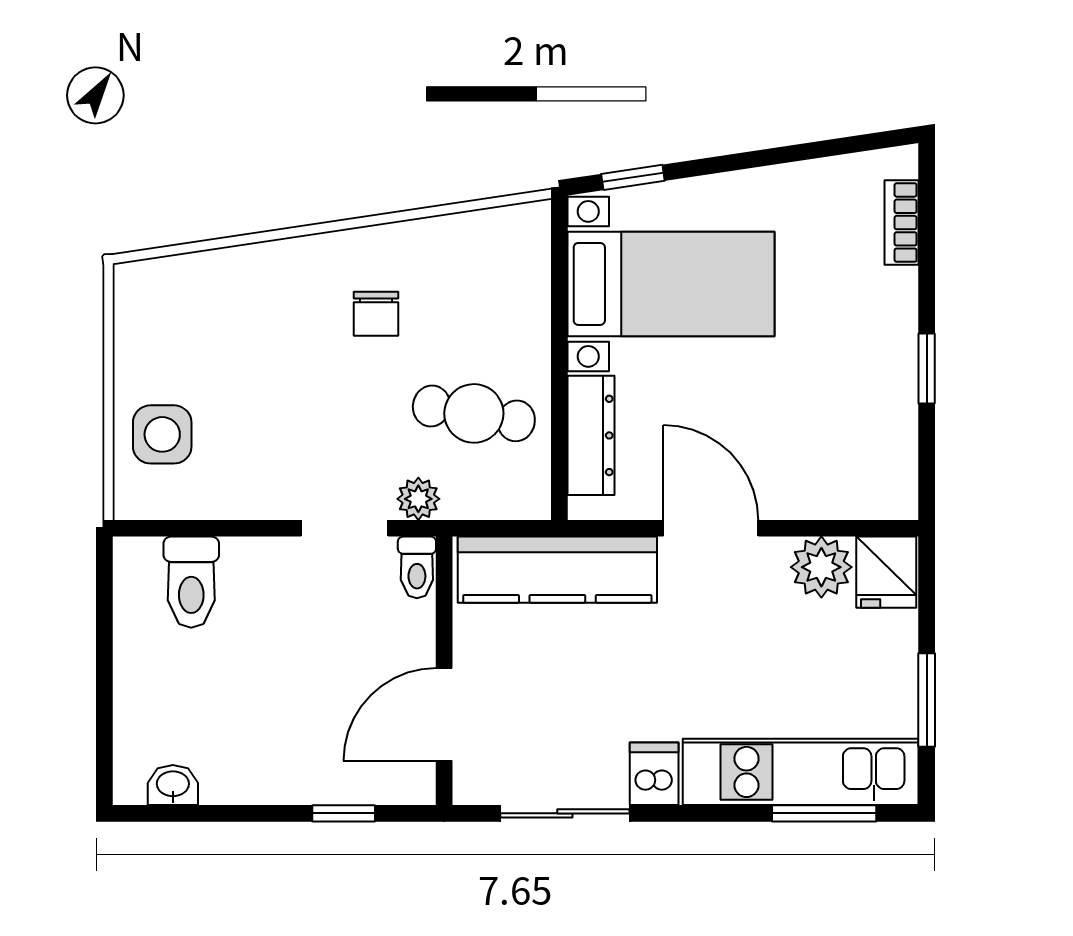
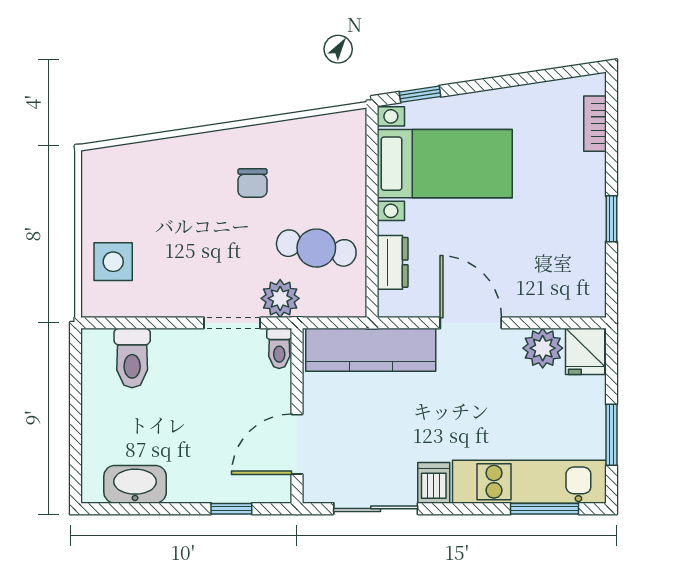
dresser: (591, 435) -> (393, 262), width x0.70
plant: (418, 499) -> (280, 298), width x1.38, depth x1.38
washbasin: (173, 785) -> (135, 484), width x1.91, depth x1.45

